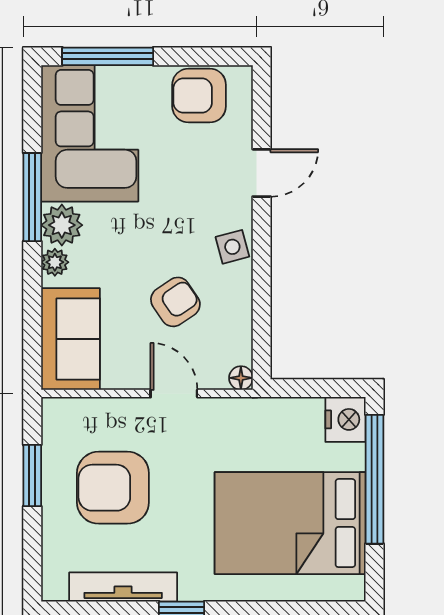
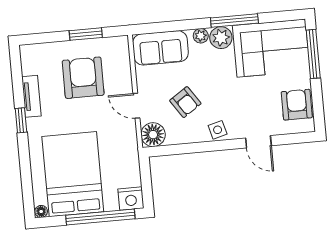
floor lamp: (241, 378) -> (153, 135), width x1.89, depth x1.89
door: (174, 393) -> (136, 106), swing flipped
tv unit: (123, 587) -> (31, 96), width x0.71
floor lamp: (354, 588) -> (41, 211), added

